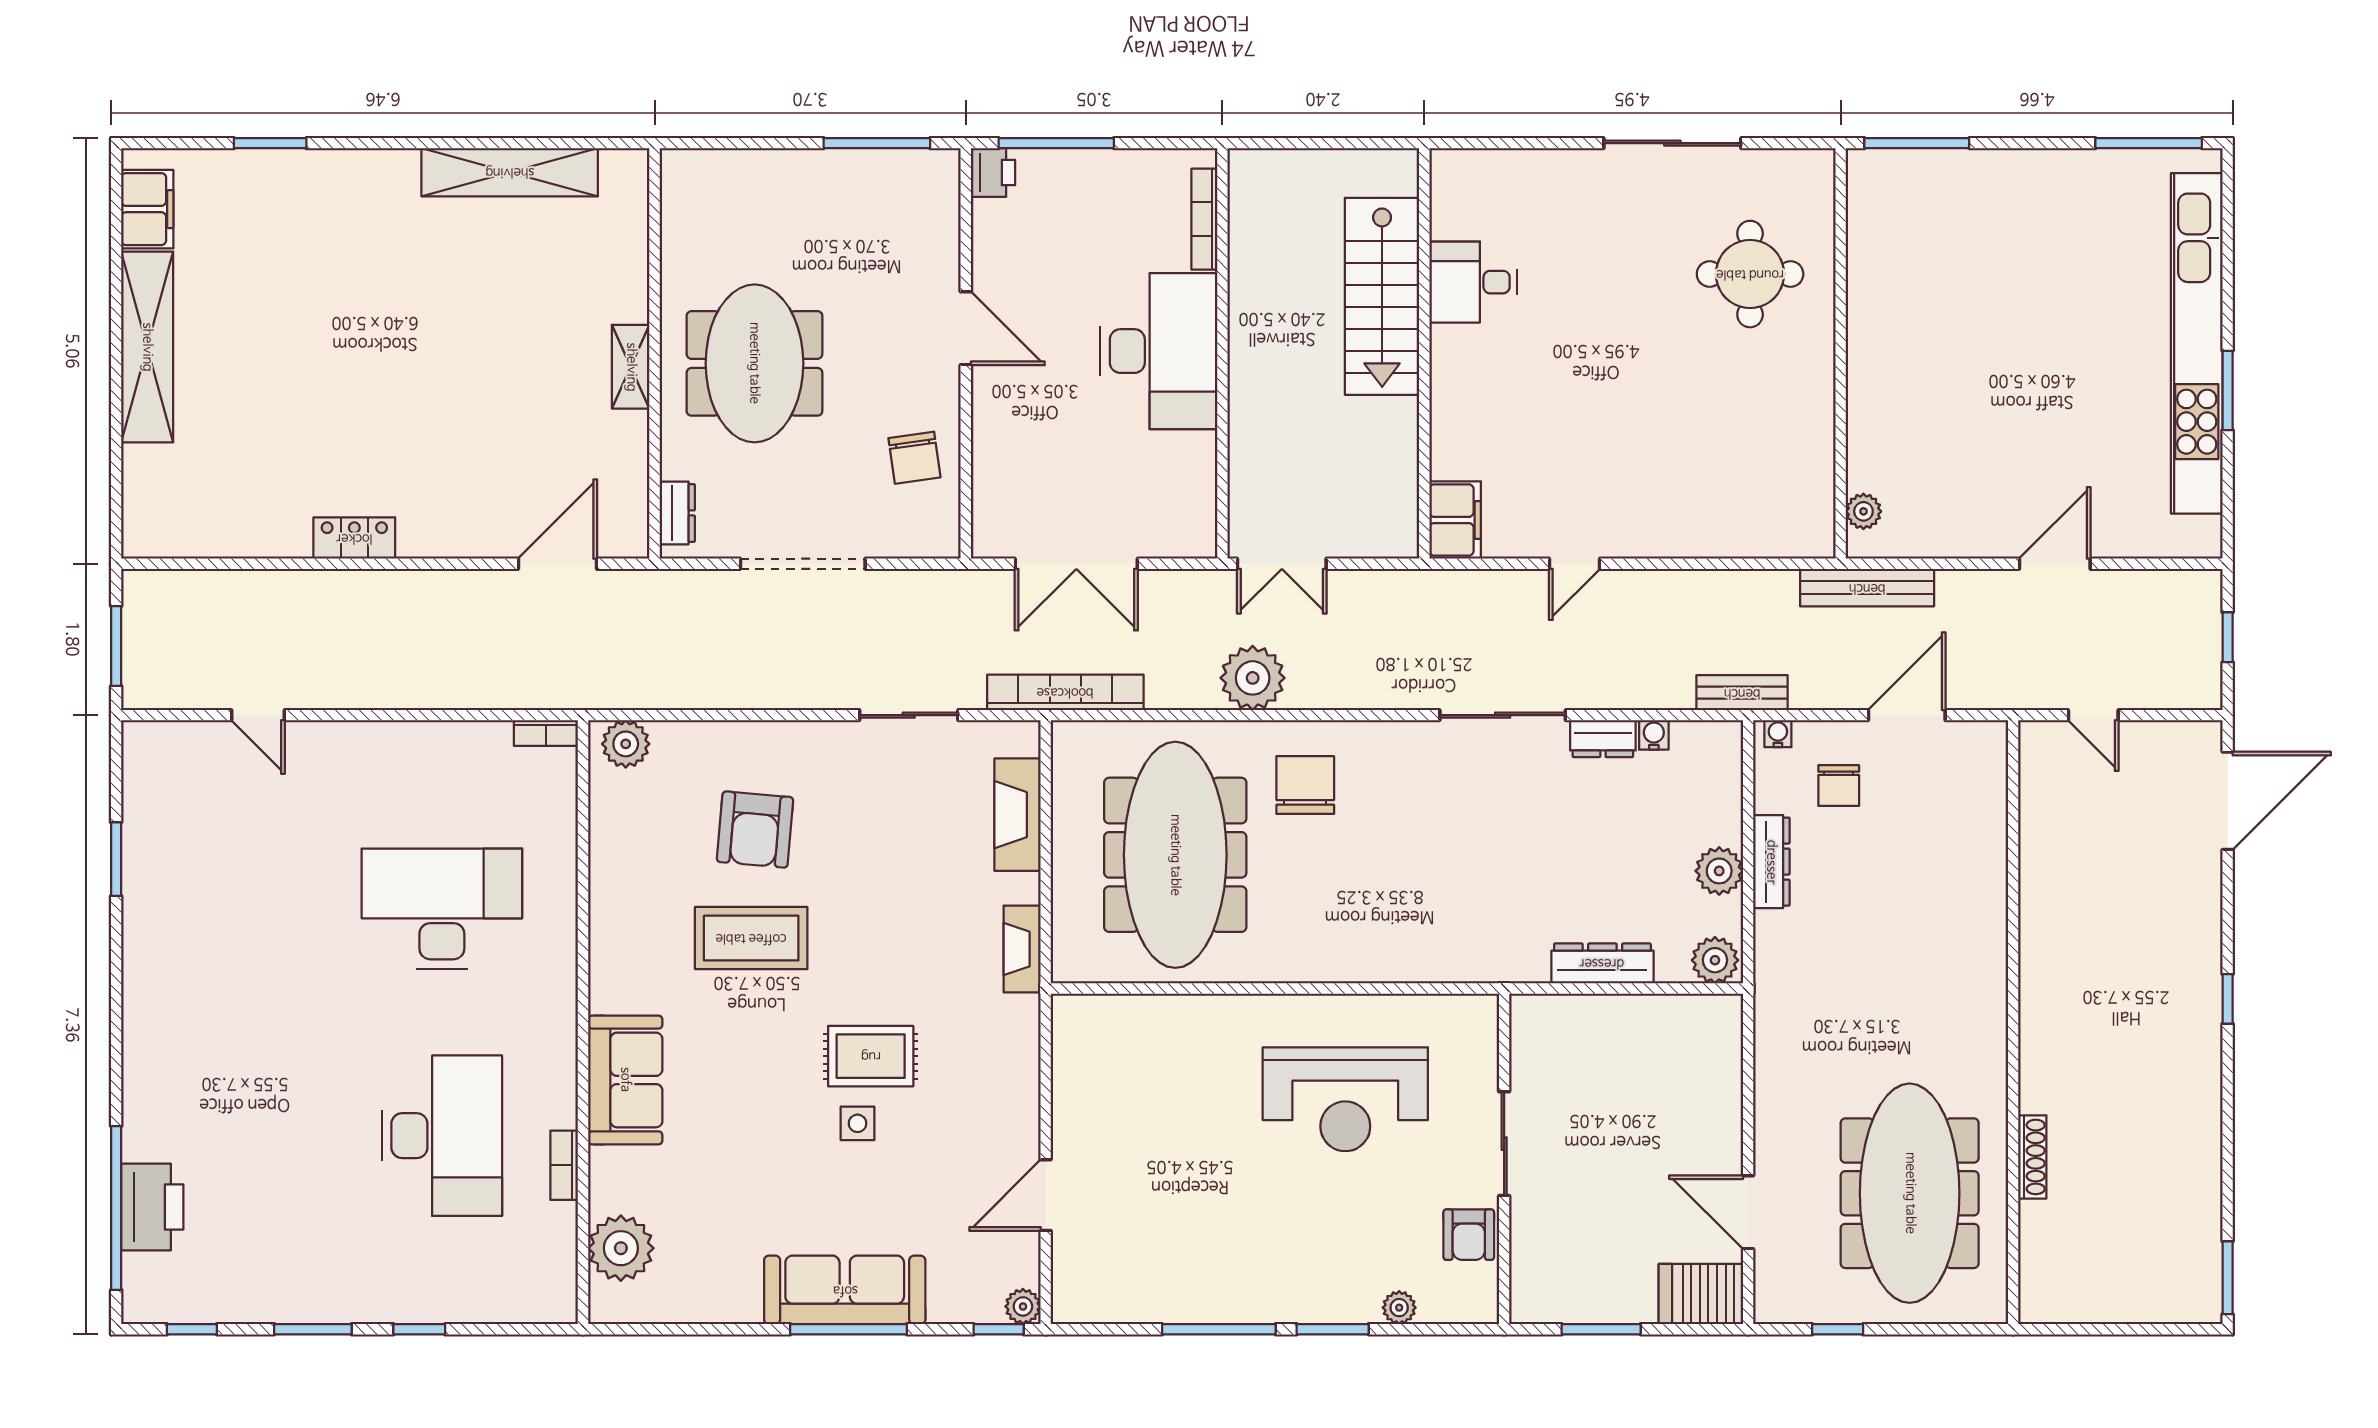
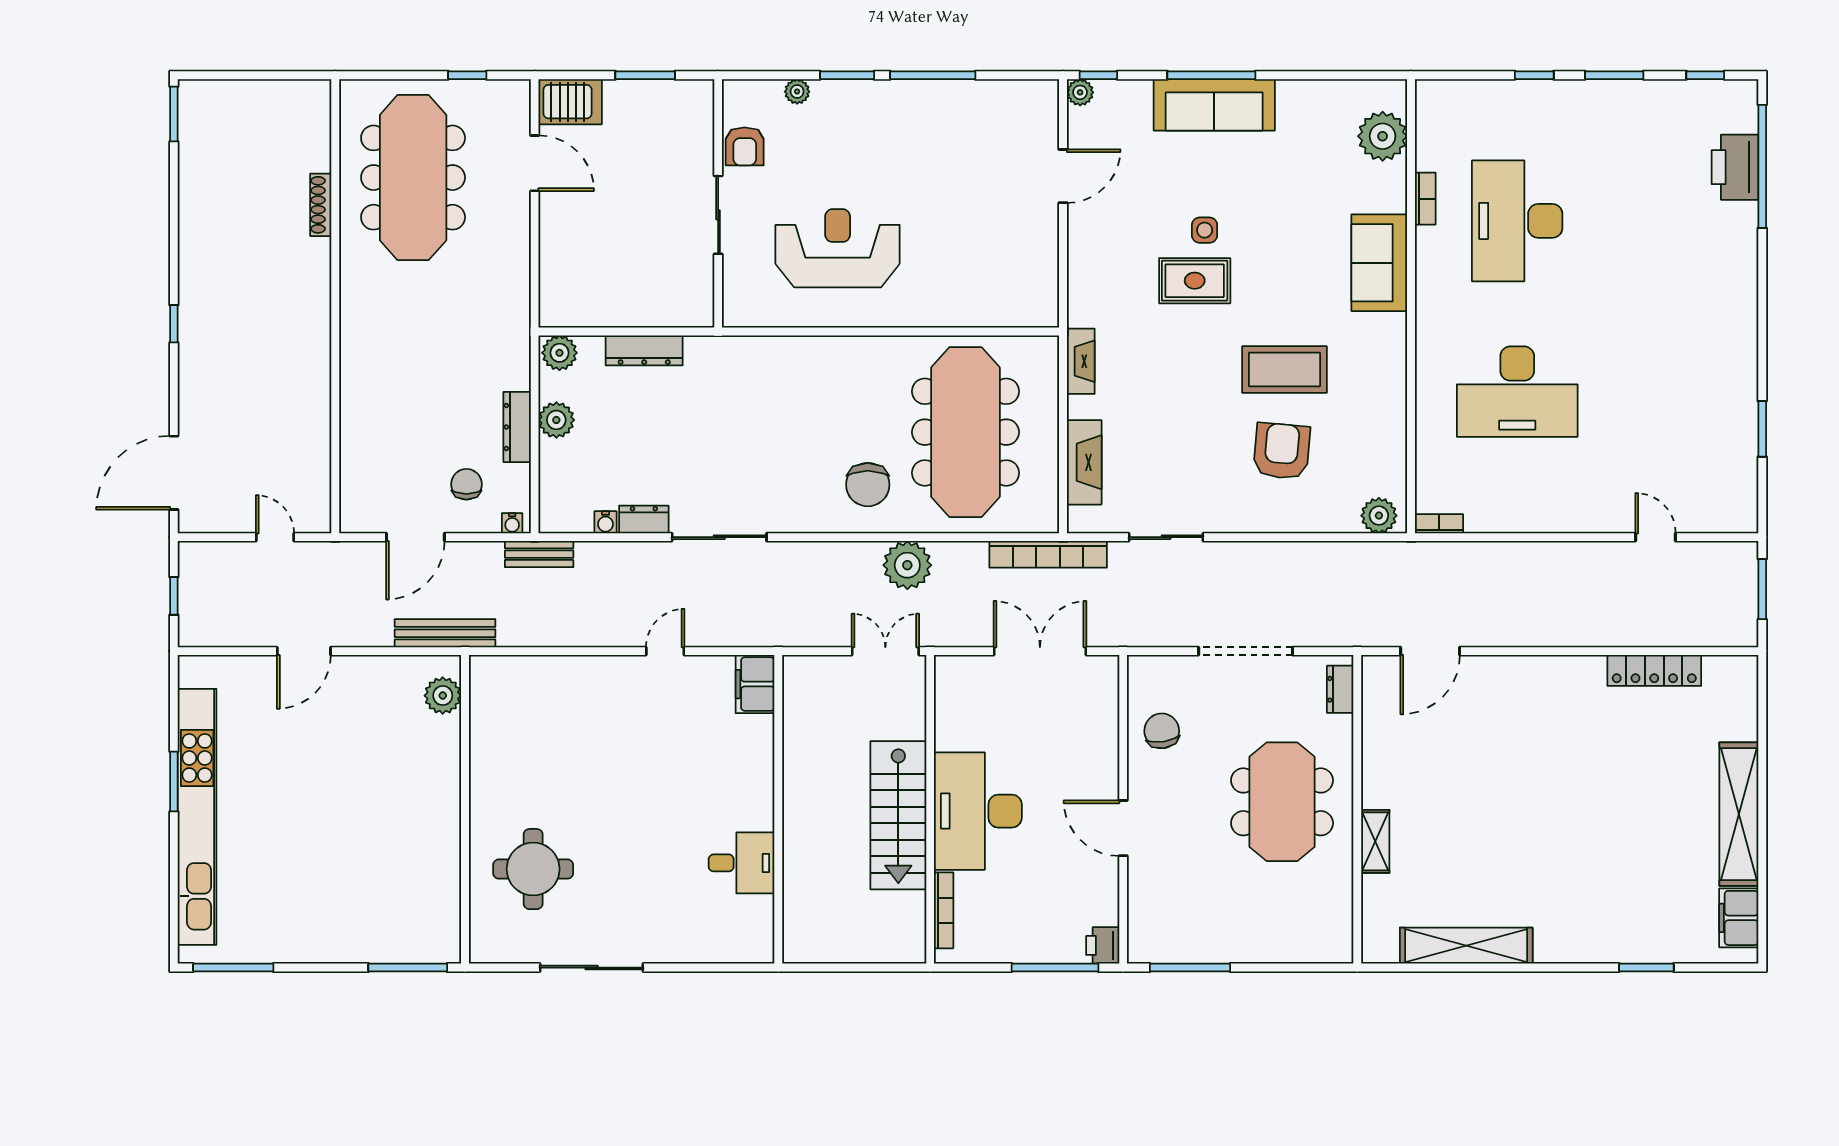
stairs: (1382, 296) -> (898, 815), moved, turned 180
shelving: (631, 367) -> (1375, 841), moved
plant: (1863, 511) -> (443, 696), width x1.38, depth x1.38
locker: (354, 538) -> (1654, 670), moved, width x1.53
armchair: (1469, 1235) -> (745, 146), turned 180

